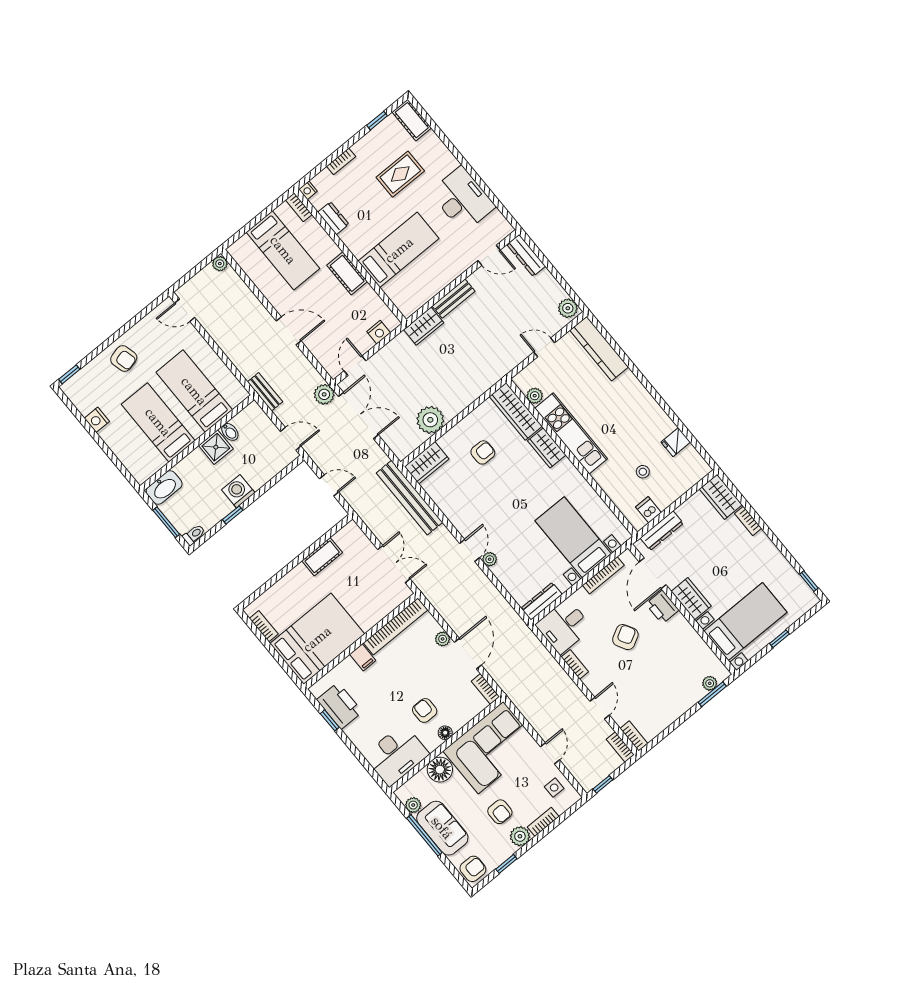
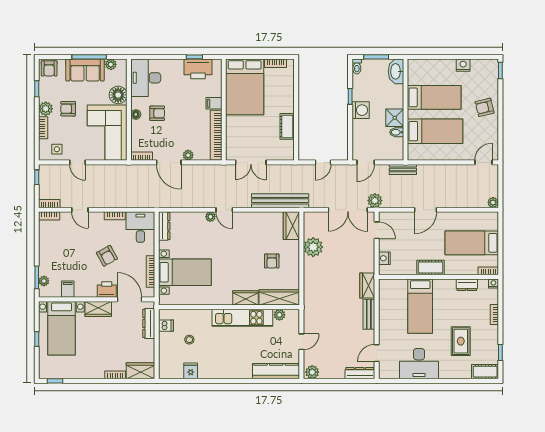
filing cabinet: (697, 650) -> (68, 289), added

